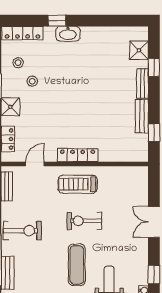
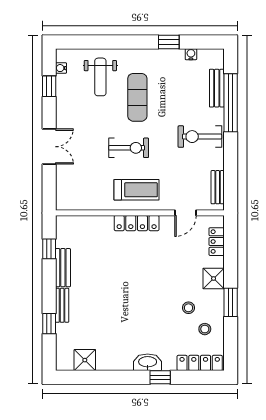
shower: (139, 50) -> (85, 360), moved

